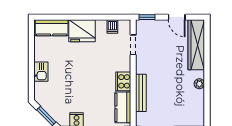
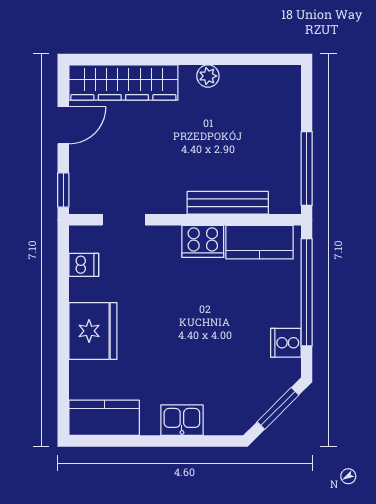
kitchen counter: (52, 28) -> (104, 418), moved, turned -90

